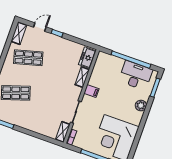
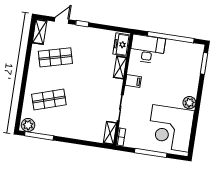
desk: (136, 75) -> (147, 49), moved
plant: (141, 106) -> (189, 103), moved

